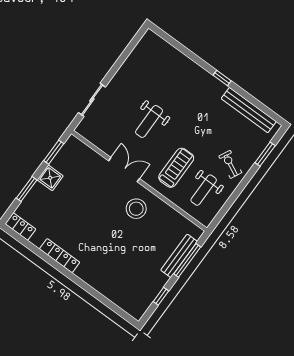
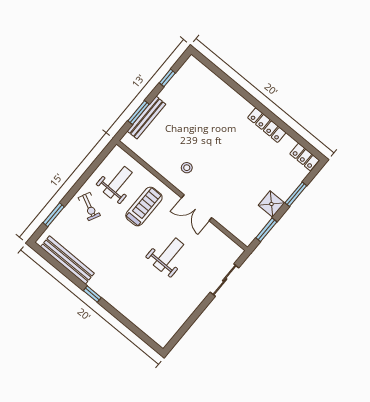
treadmill: (176, 168) -> (144, 206), turned 180
stool: (136, 209) -> (187, 168), width x0.53, depth x0.53
window: (187, 260) -> (138, 113), width x0.69

